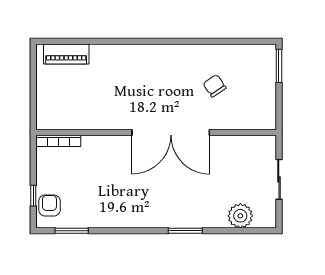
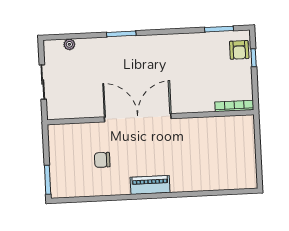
piano: (66, 54) -> (150, 185), moved
chair: (215, 86) -> (102, 160), turned 124
plant: (240, 216) -> (69, 44), width x0.53, depth x0.53

